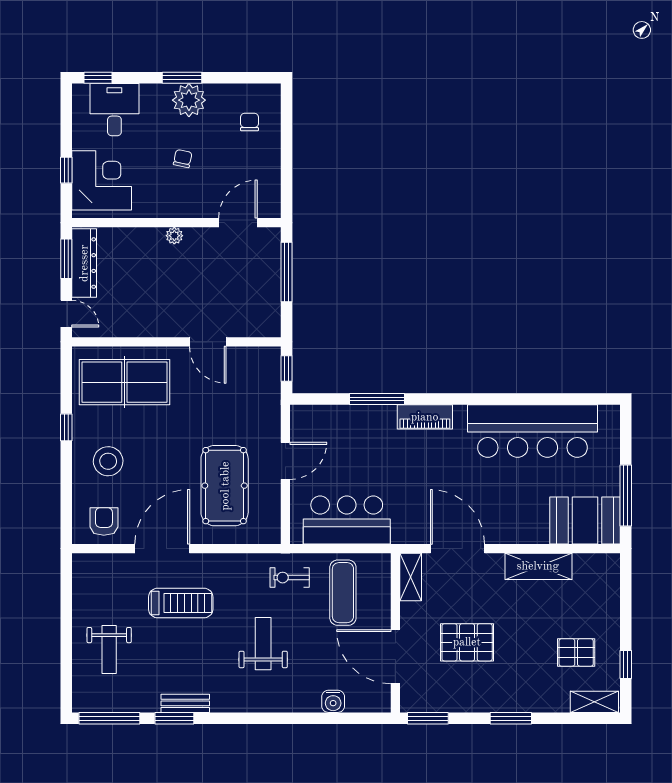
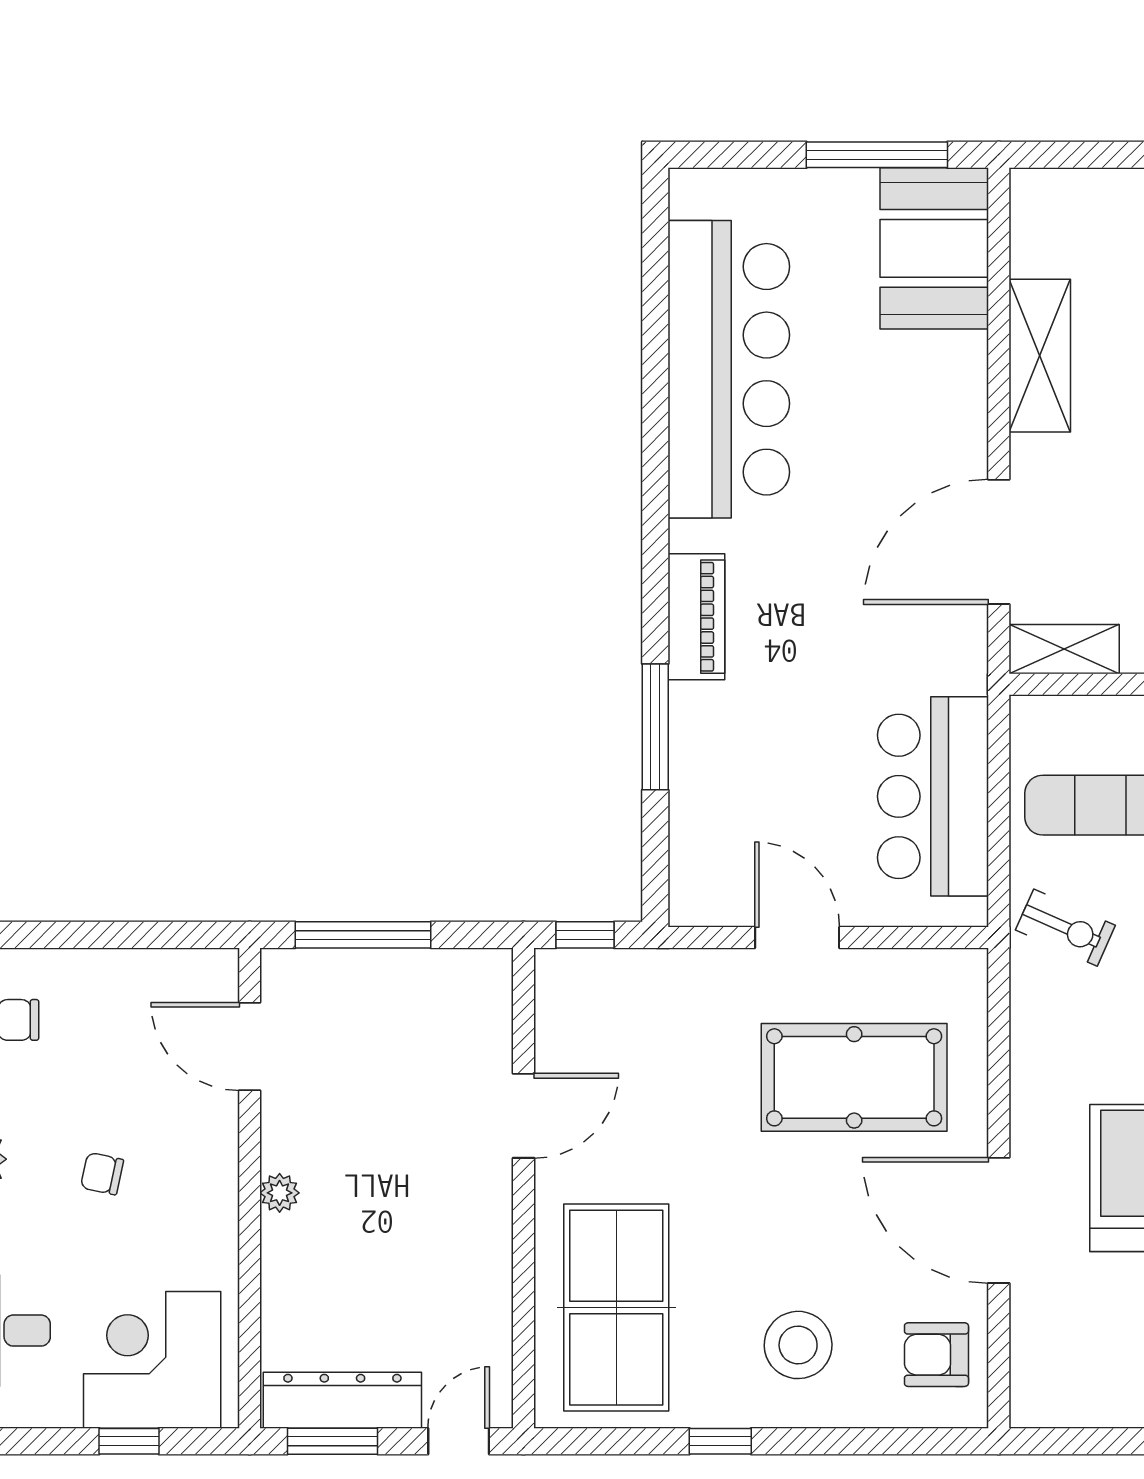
exercise bike: (290, 578) -> (1065, 928), turned -66

